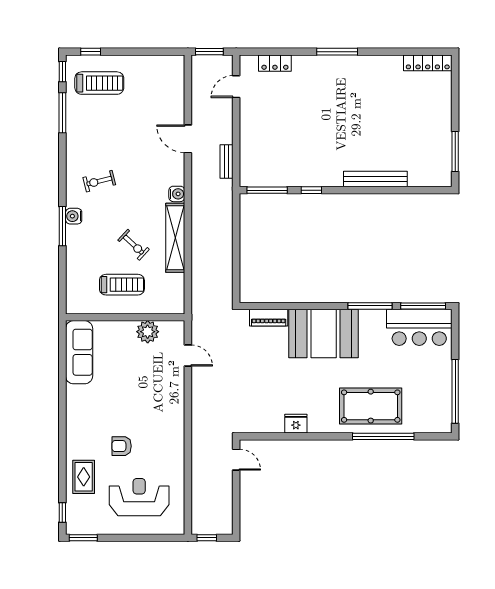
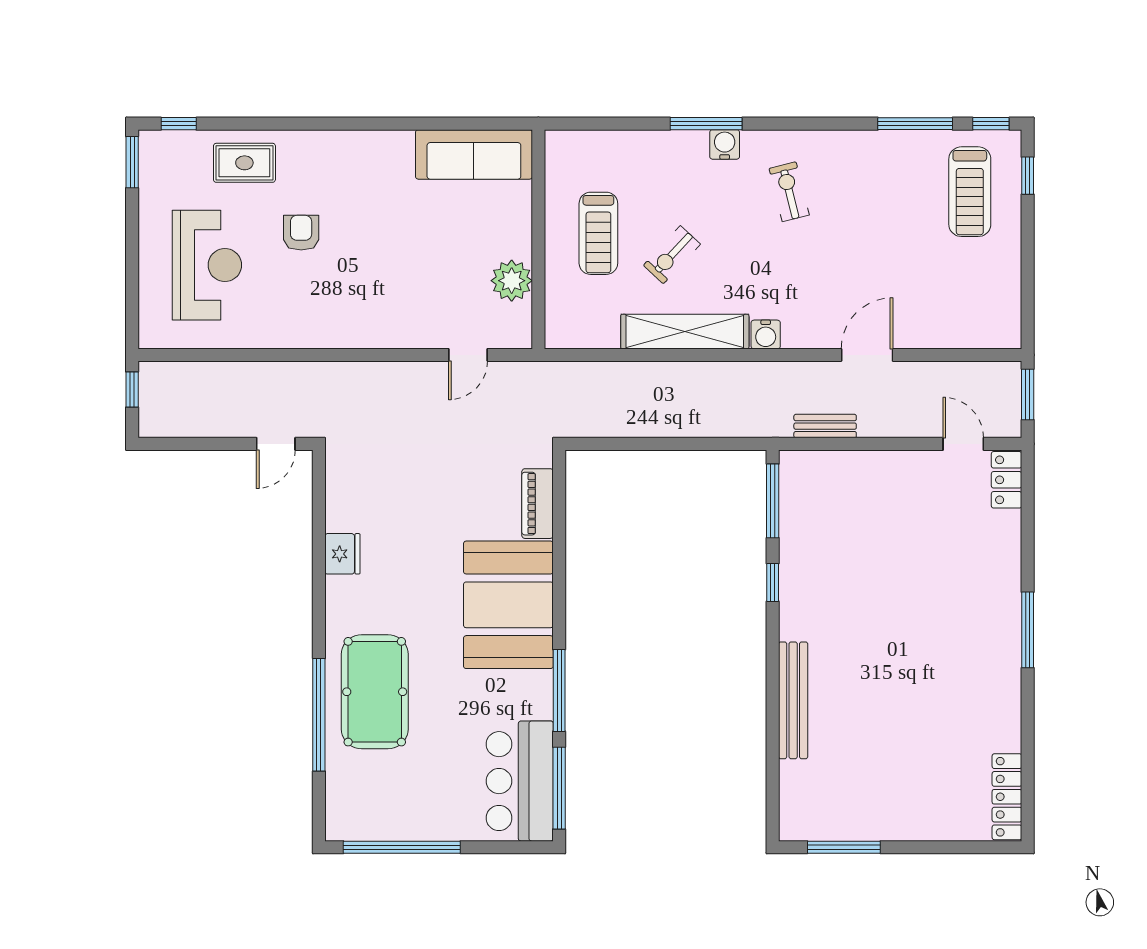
locker: (275, 63) -> (1007, 480), moved

